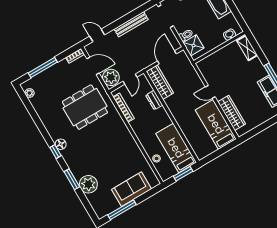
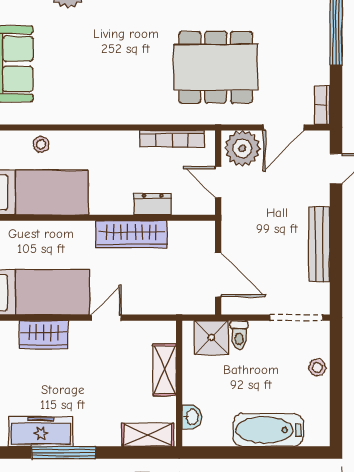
shelving: (217, 56) -> (165, 370), added
wardrobe: (160, 82) -> (132, 234), moved
dining table: (85, 107) -> (216, 67), turned 90
wardrobe: (232, 113) -> (43, 335), width x0.67

